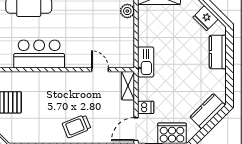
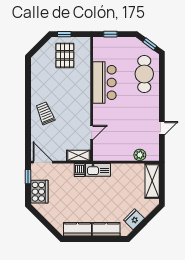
dishwasher: (146, 107) -> (80, 170), moved
kitchen counter: (208, 111) -> (78, 229), moved, turned -45

